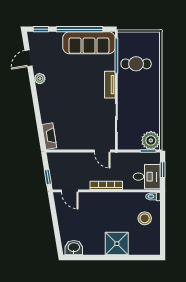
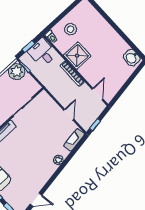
plant: (40, 79) -> (58, 160), moved
door: (102, 151) -> (69, 115), moved
window: (48, 177) -> (95, 125), moved
shower: (117, 244) -> (77, 56), moved

